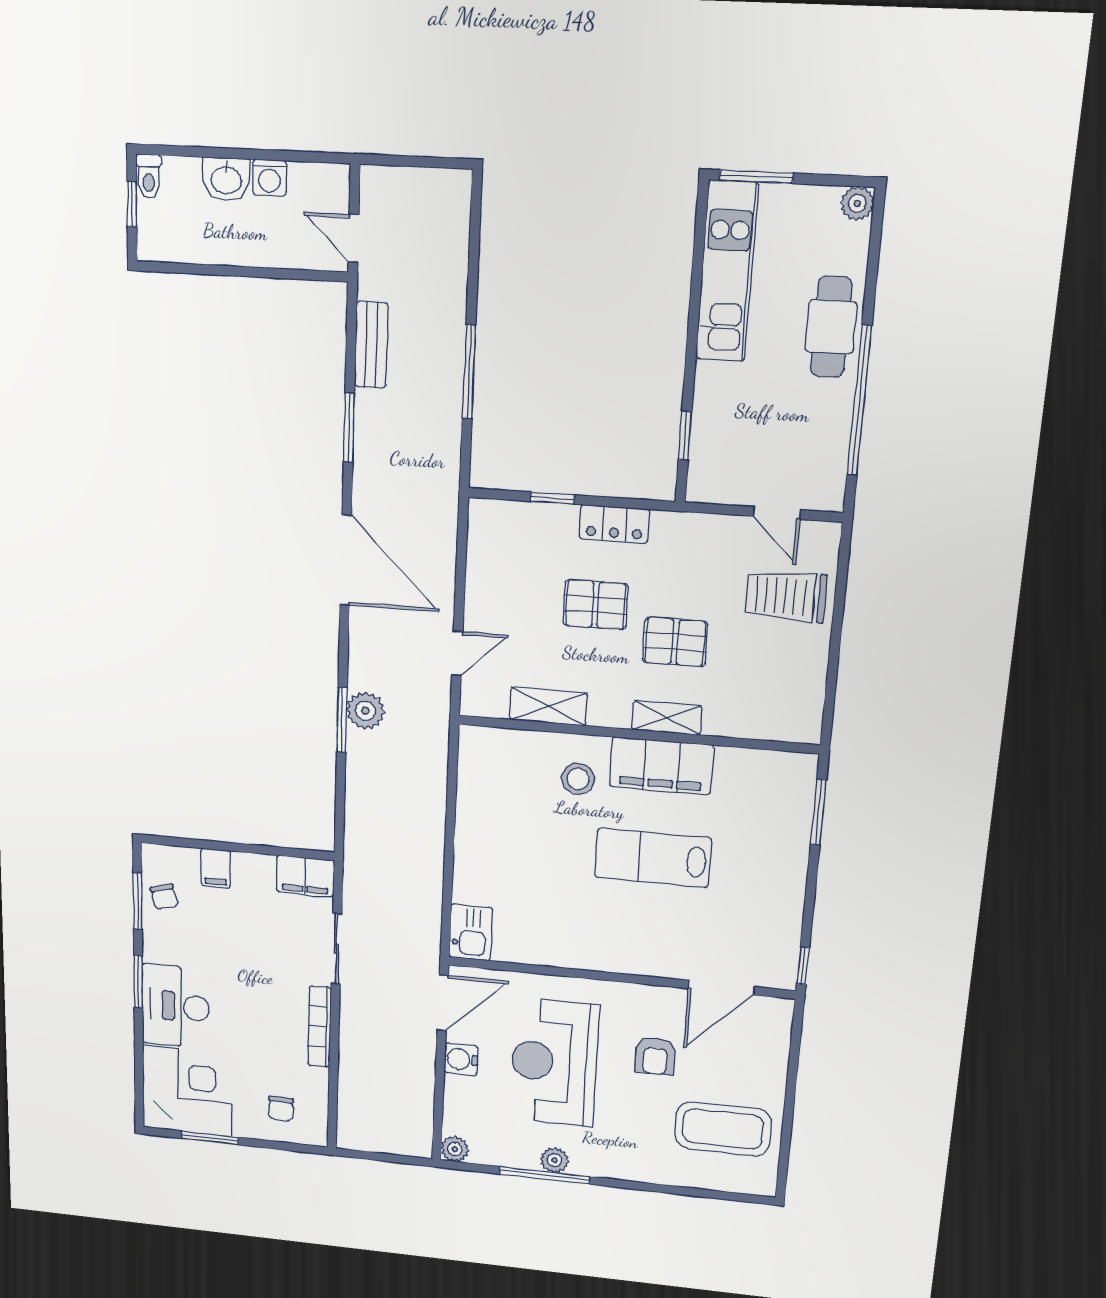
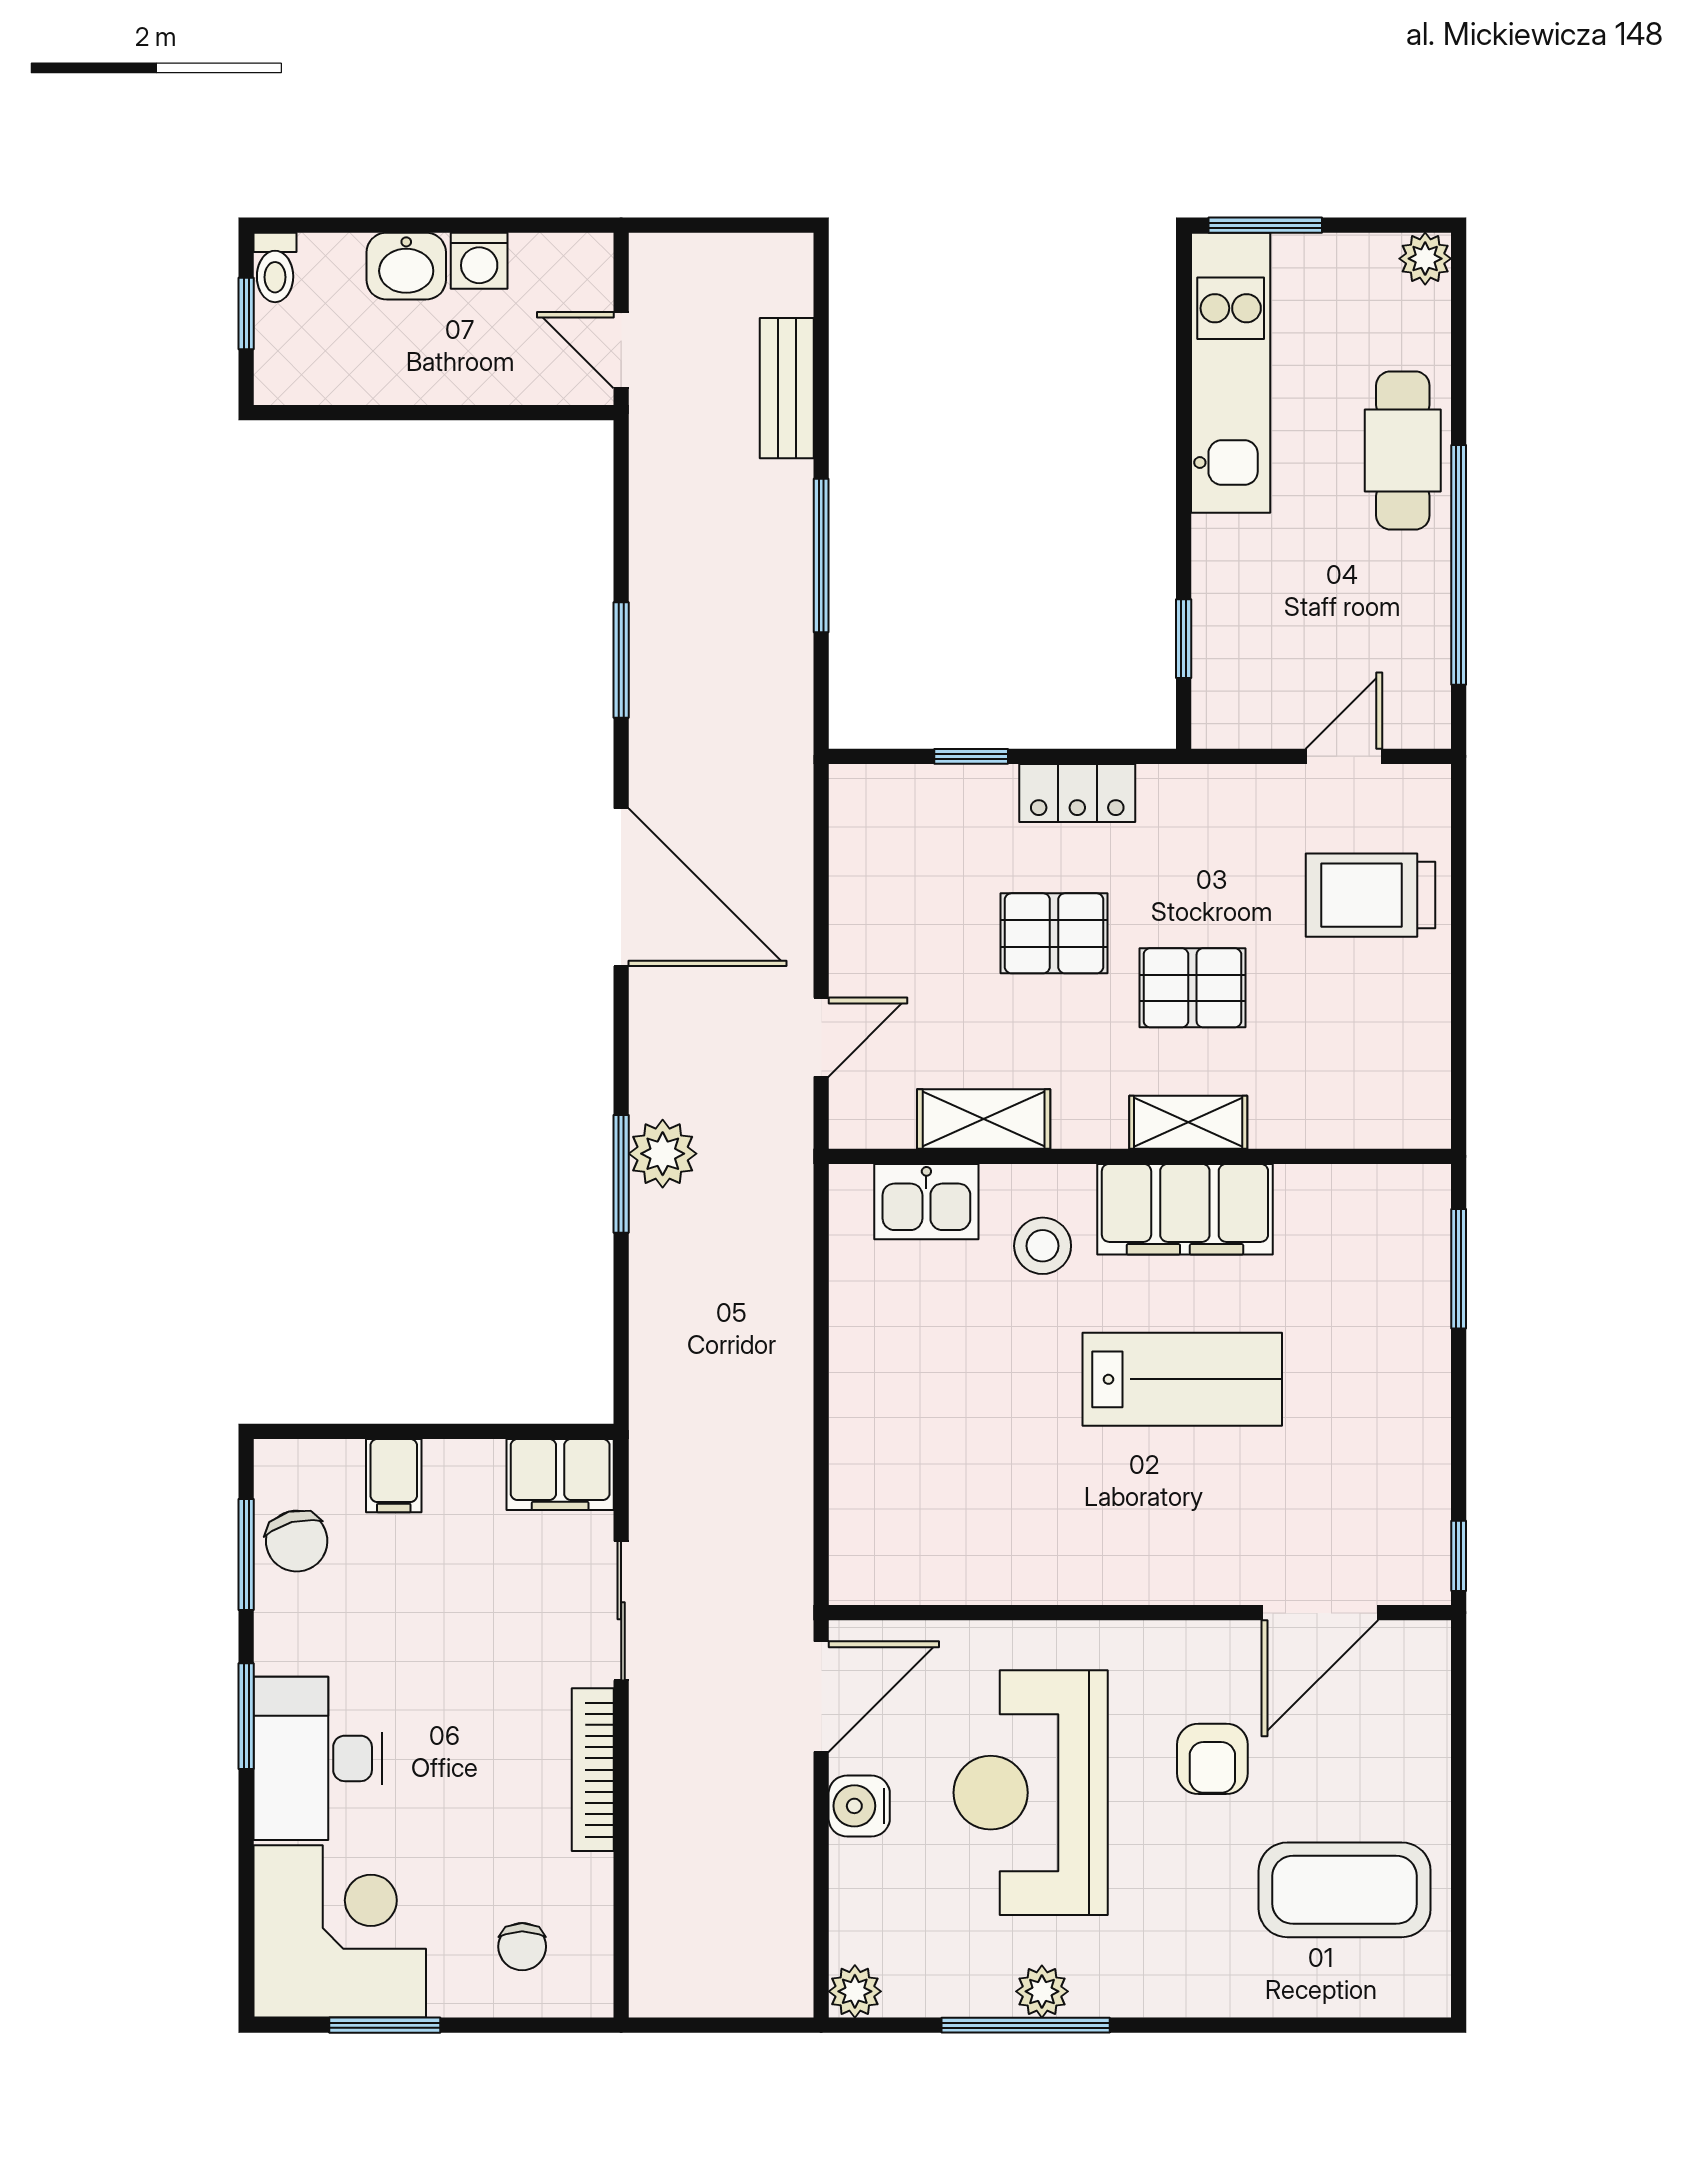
bench: (371, 345) -> (787, 388), moved
door: (777, 513) -> (1344, 756), swing flipped
lab bench: (653, 858) -> (1182, 1379), turned 180
chair: (164, 897) -> (297, 1541), width x1.37, depth x1.37
kitchen sink: (471, 932) -> (926, 1202), moved, turned 90

